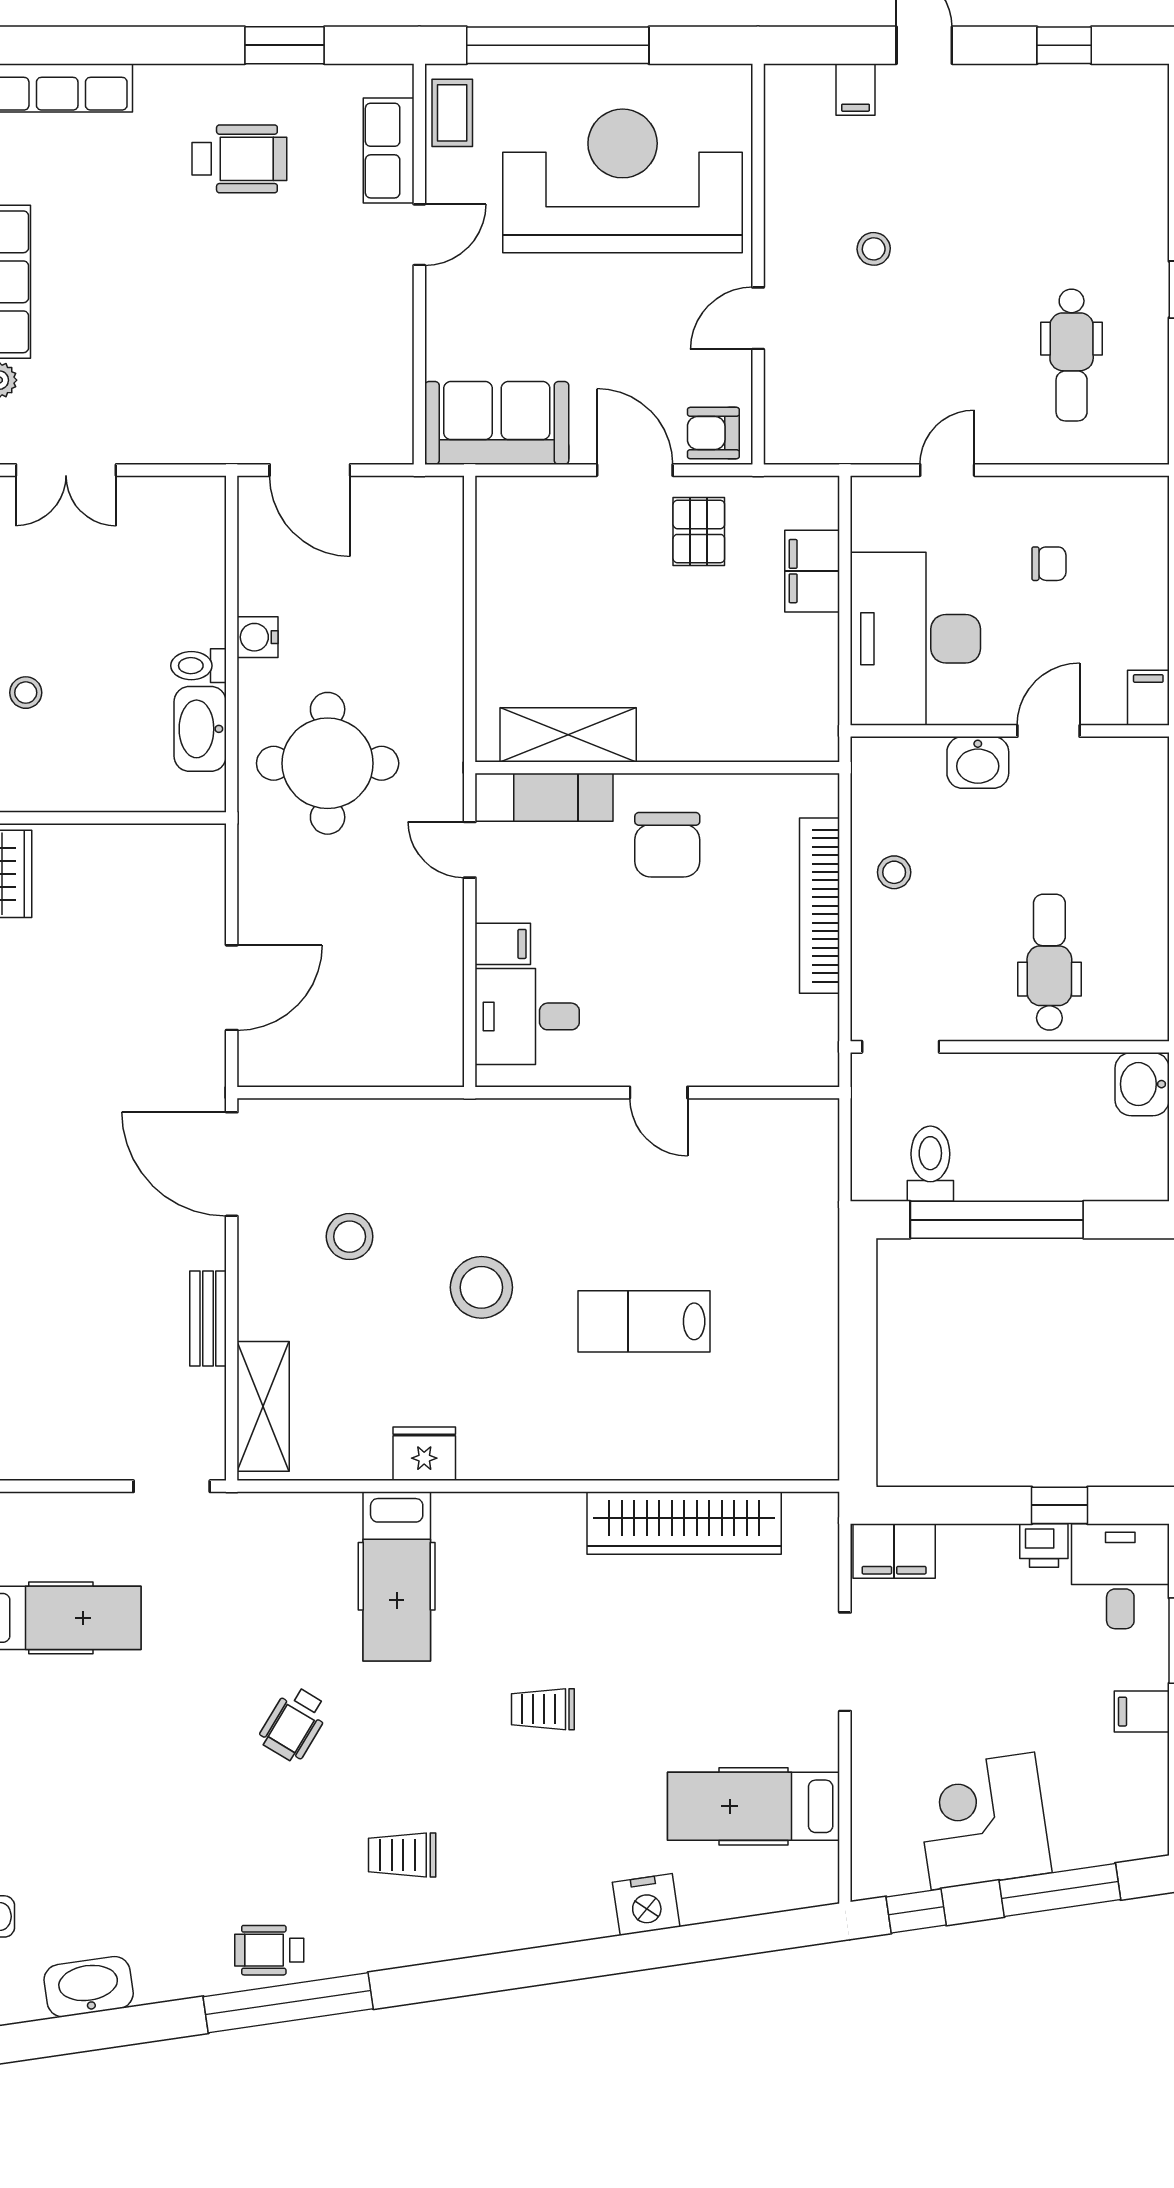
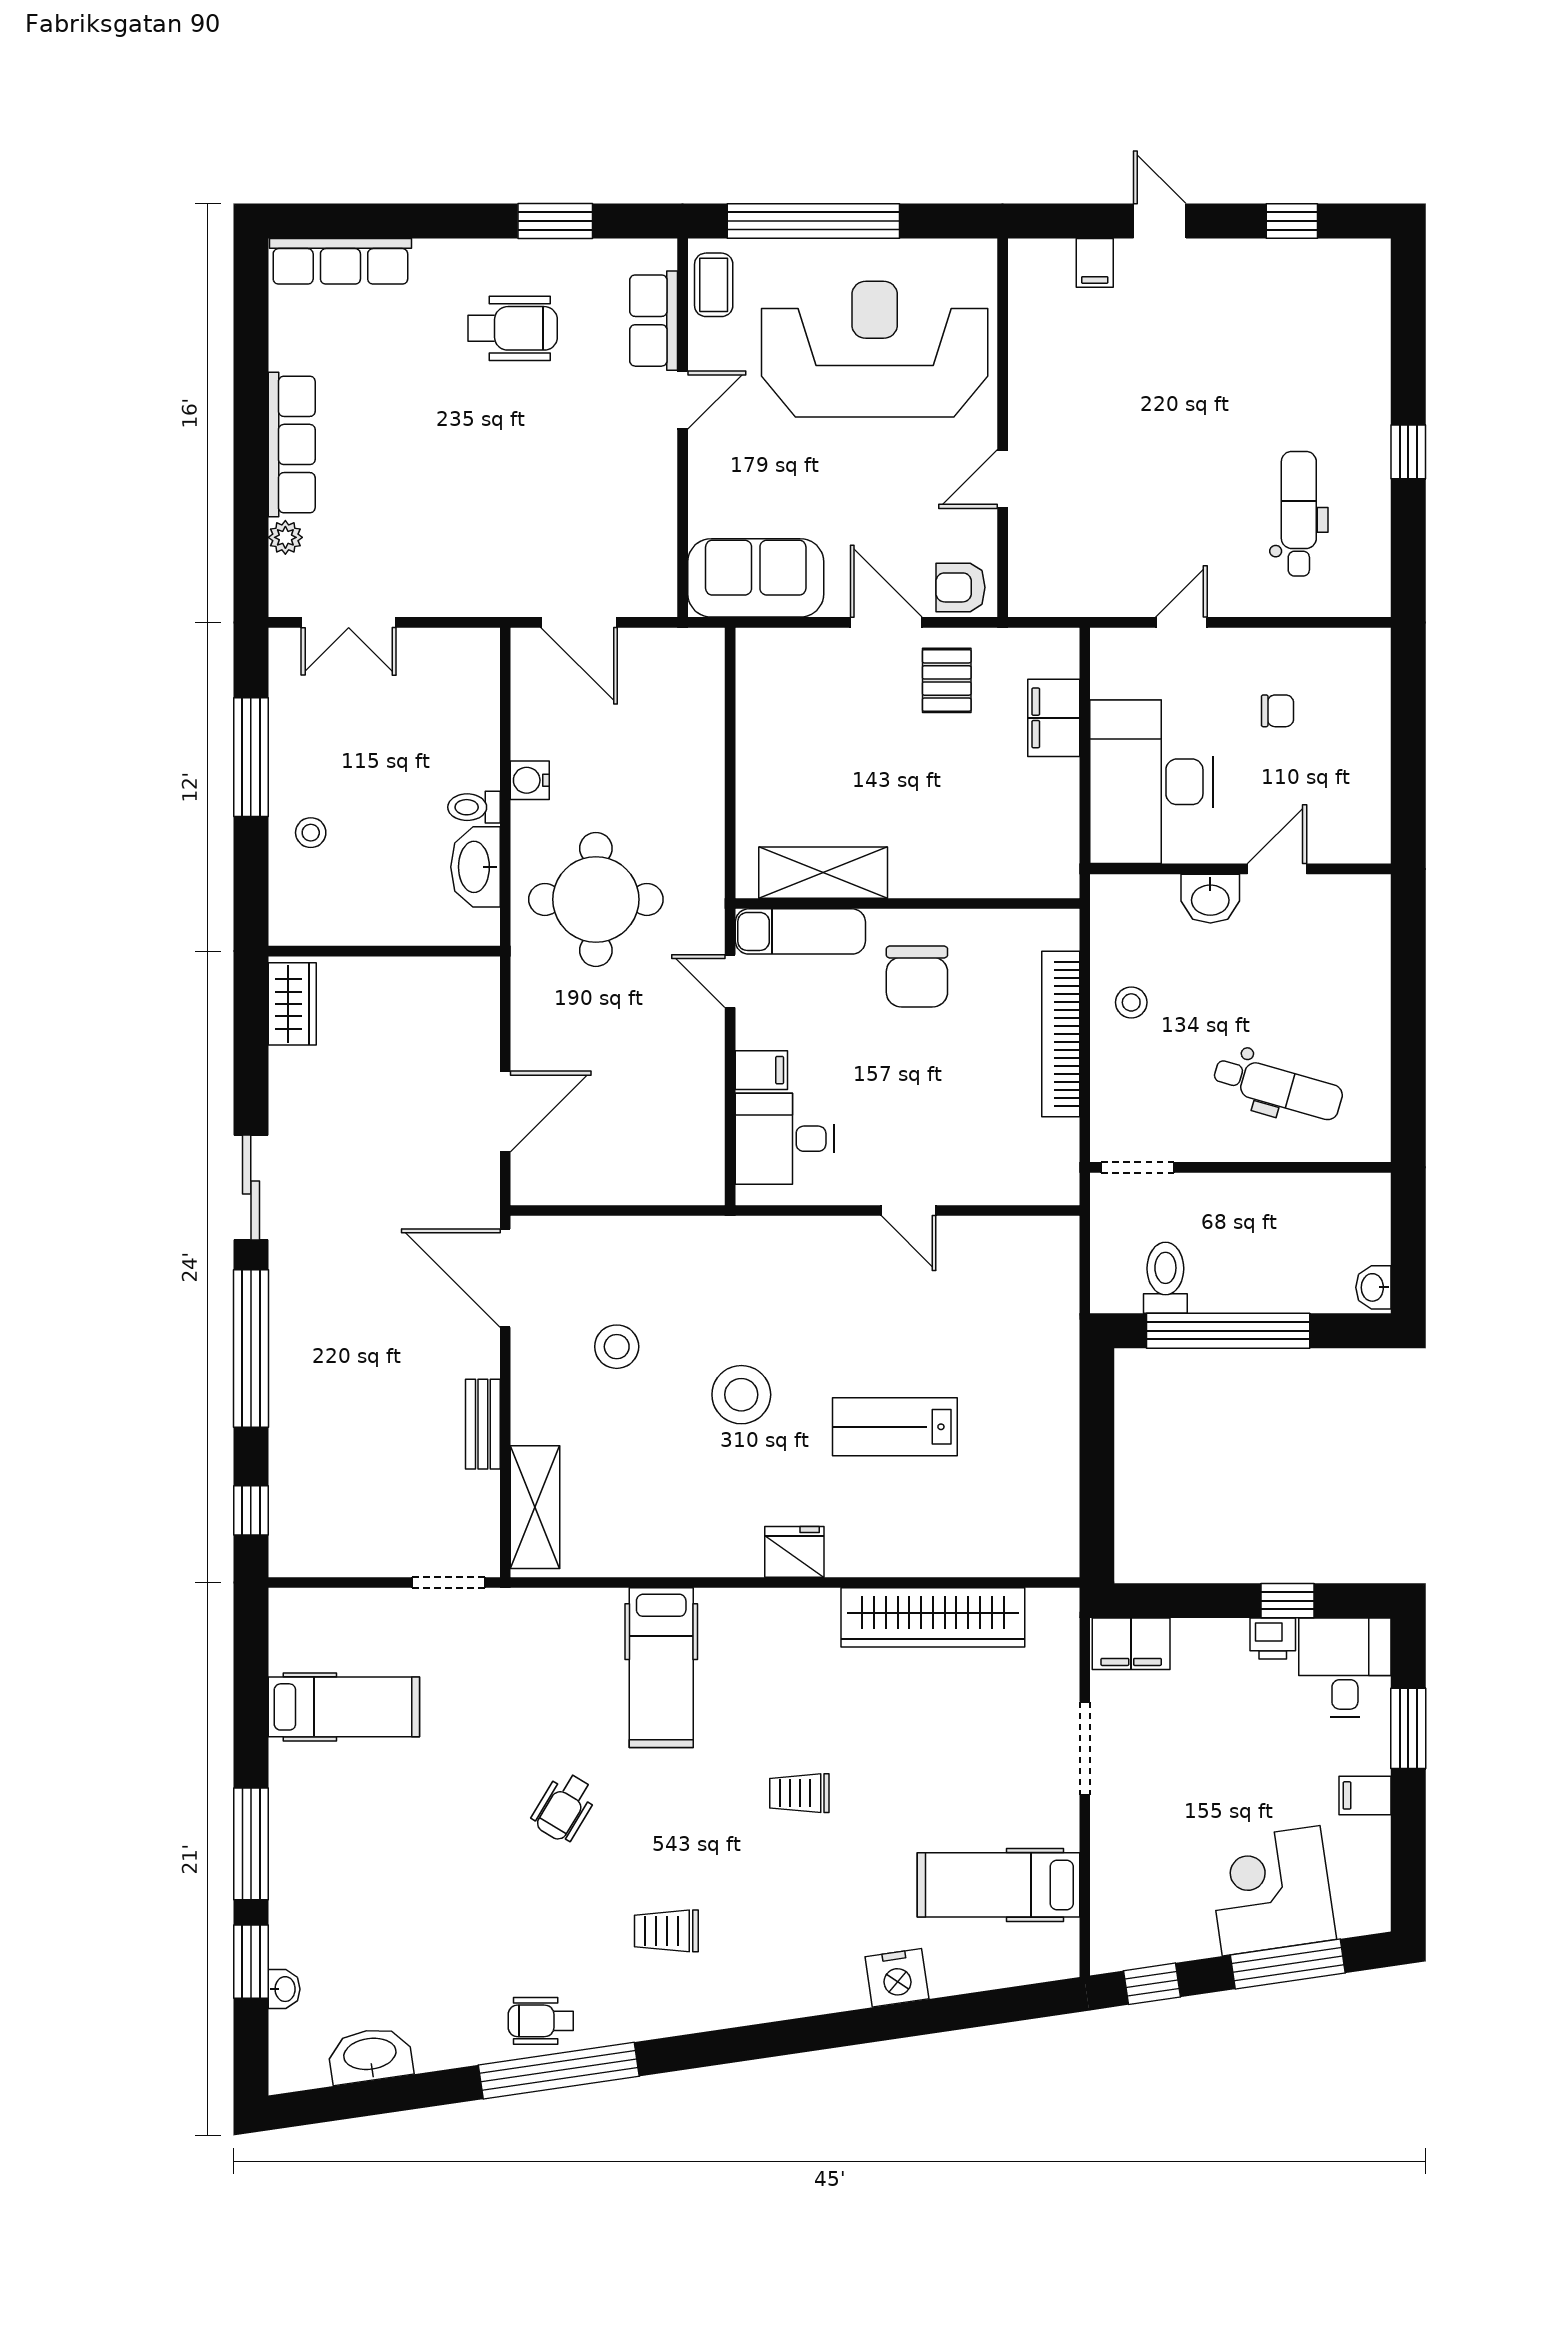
stool: (874, 249) -> (1112, 413), removed
dental chair: (1072, 355) -> (1299, 514), turned 180
filing cabinet: (1148, 698) -> (1371, 838), removed
dental chair: (1049, 962) -> (1278, 1087), turned 106
washbasin: (1142, 1084) -> (1373, 1287), moved, width x0.72, depth x0.69
fridge: (424, 1454) -> (794, 1552), moved
corner desk: (983, 1821) -> (1271, 1891), moved

